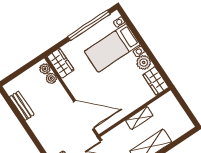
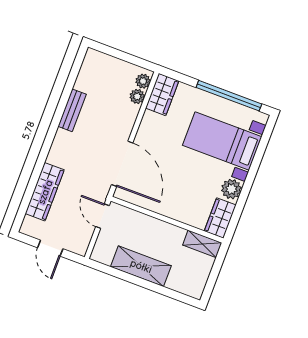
bench: (22, 106) -> (72, 110), moved
shelving: (139, 118) -> (202, 244), moved

